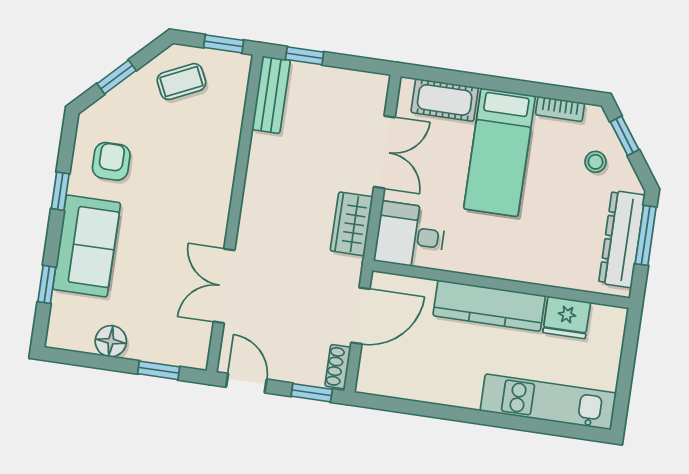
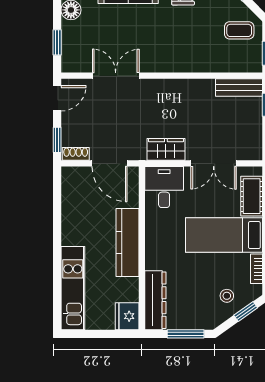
coffee table: (181, 82) -> (239, 30), turned -65
dresser: (622, 239) -> (155, 300), moved, turned 90
fridge: (567, 317) -> (127, 316), moved

